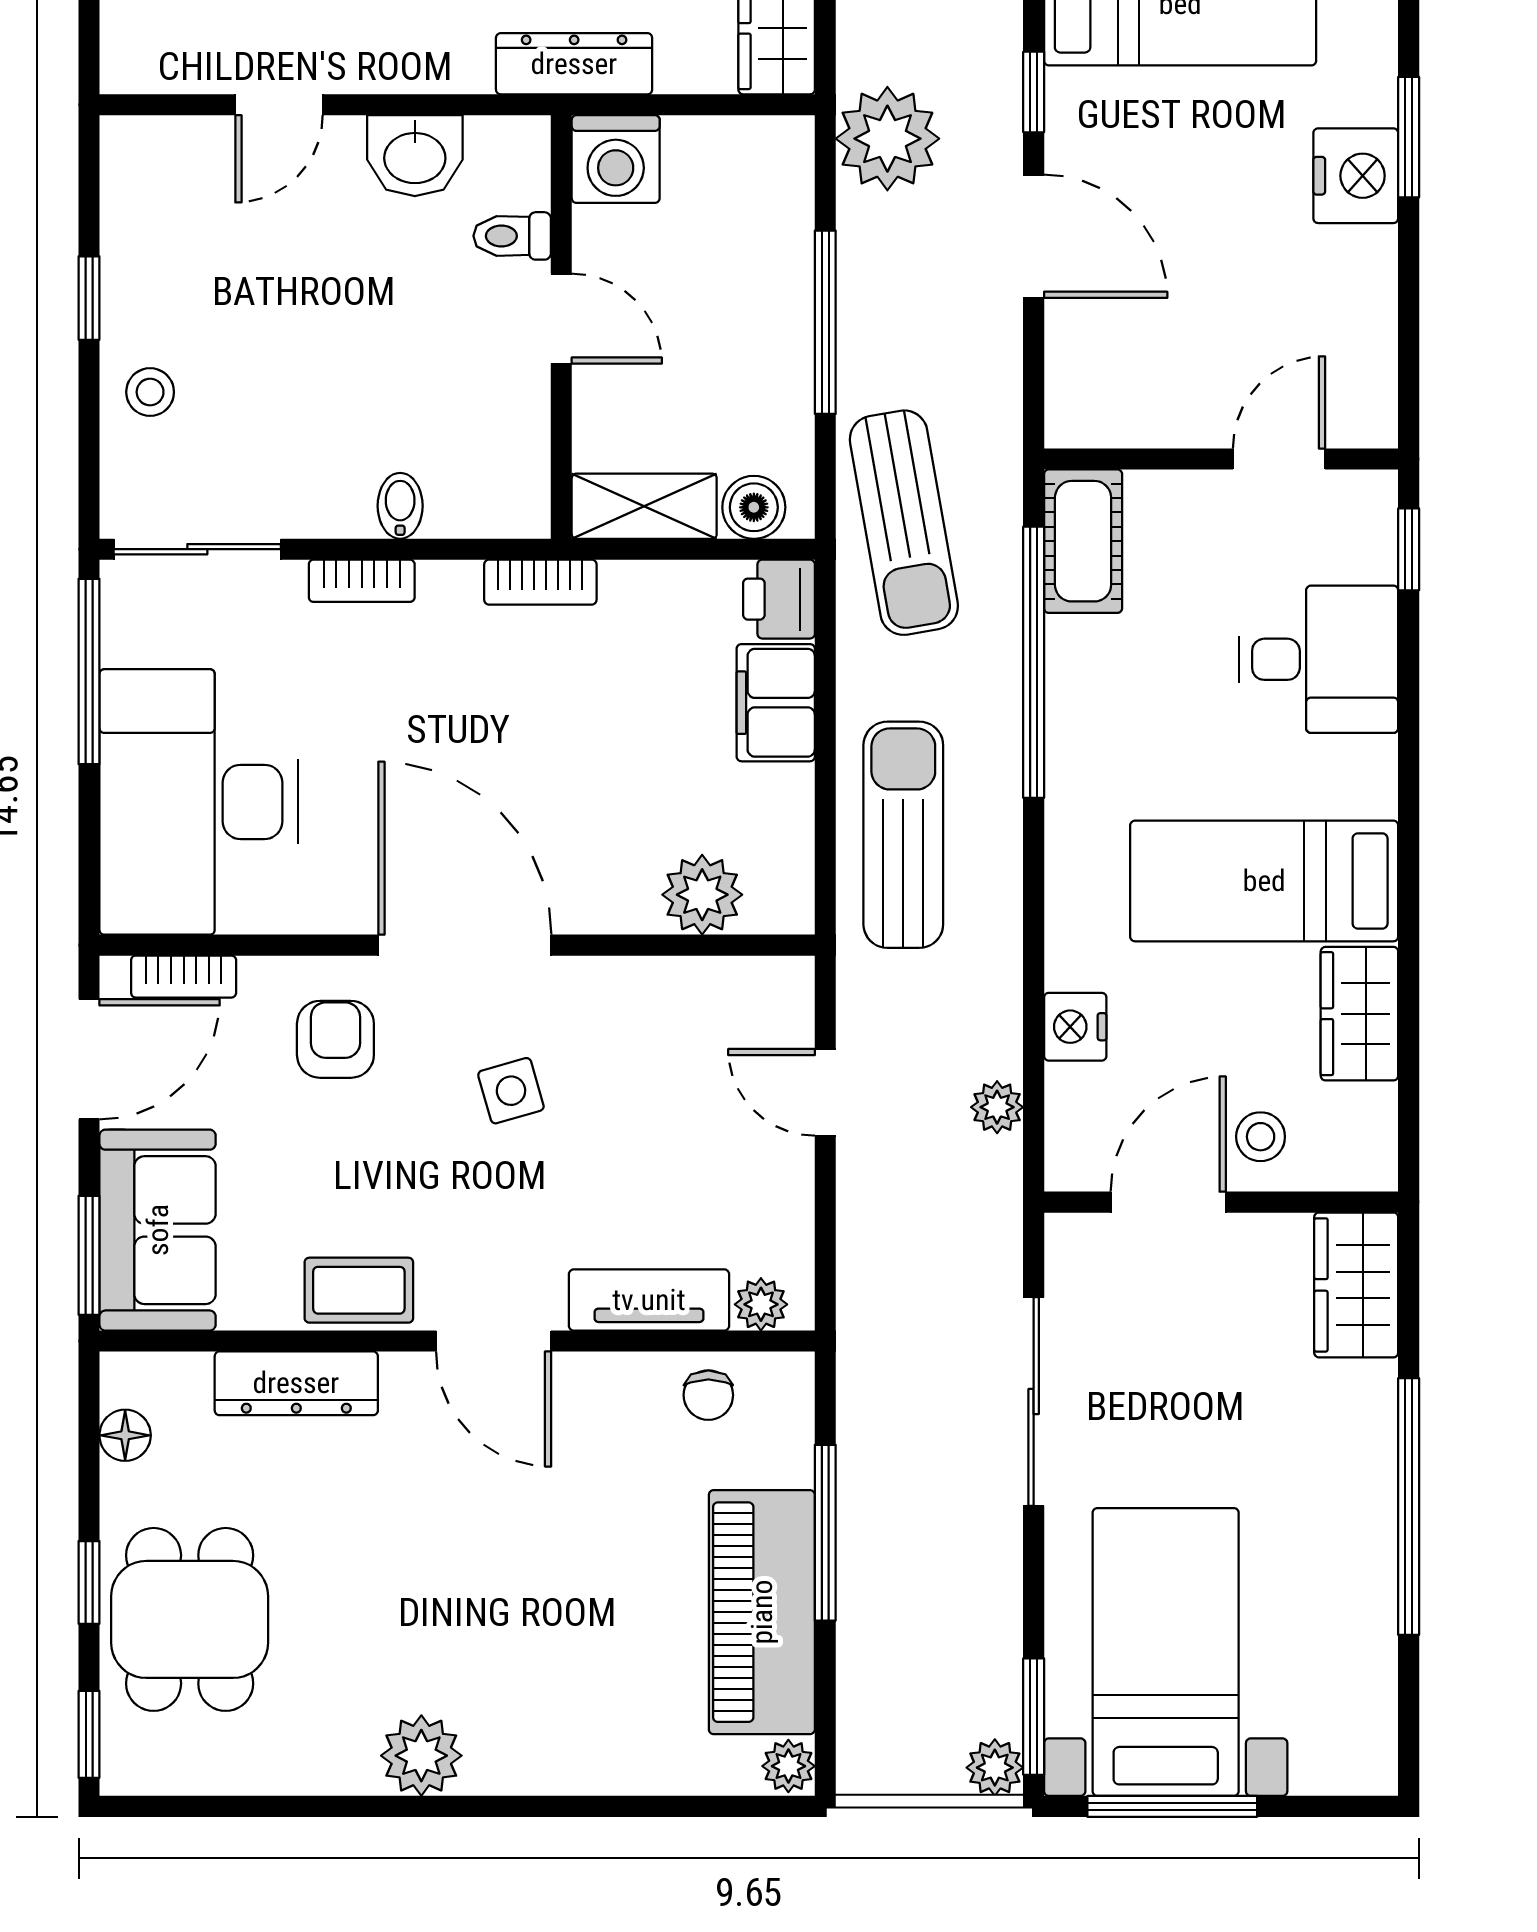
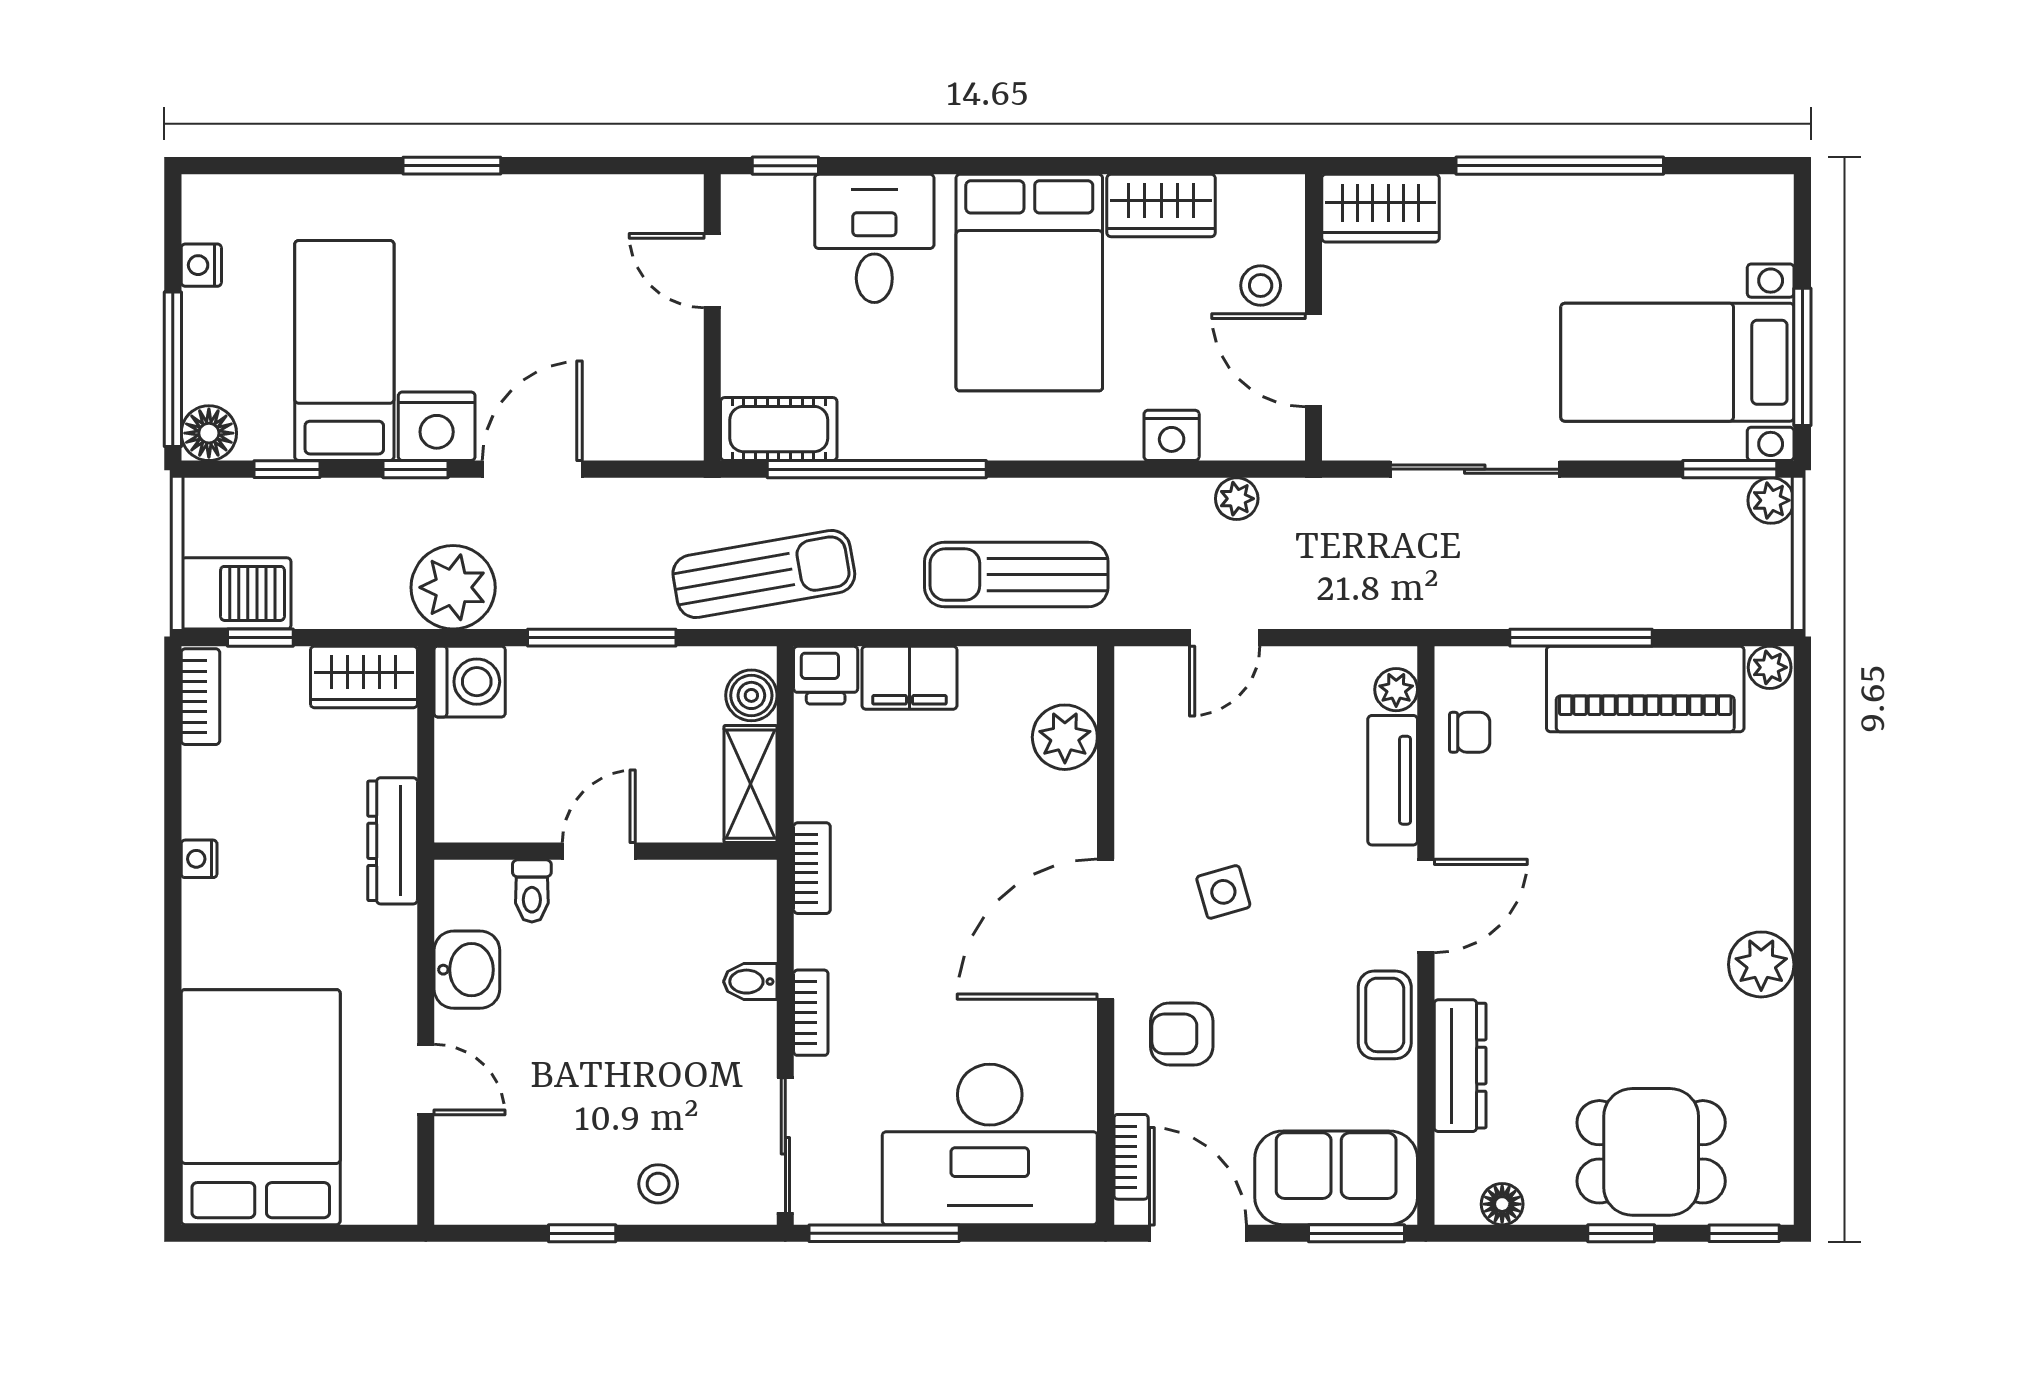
washing machine: (616, 159) -> (470, 682), moved
nightstand: (1356, 176) -> (437, 426), moved, turned 180
bed: (1264, 881) -> (1029, 283), width x1.50

